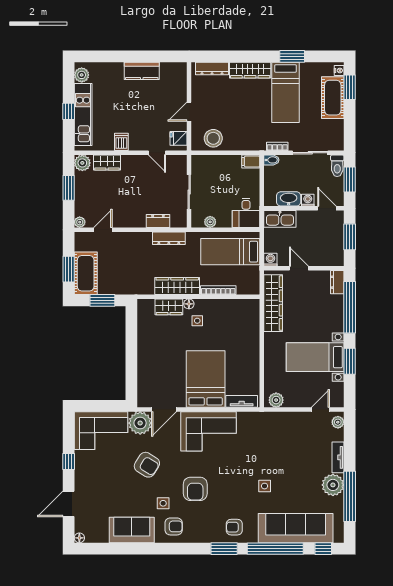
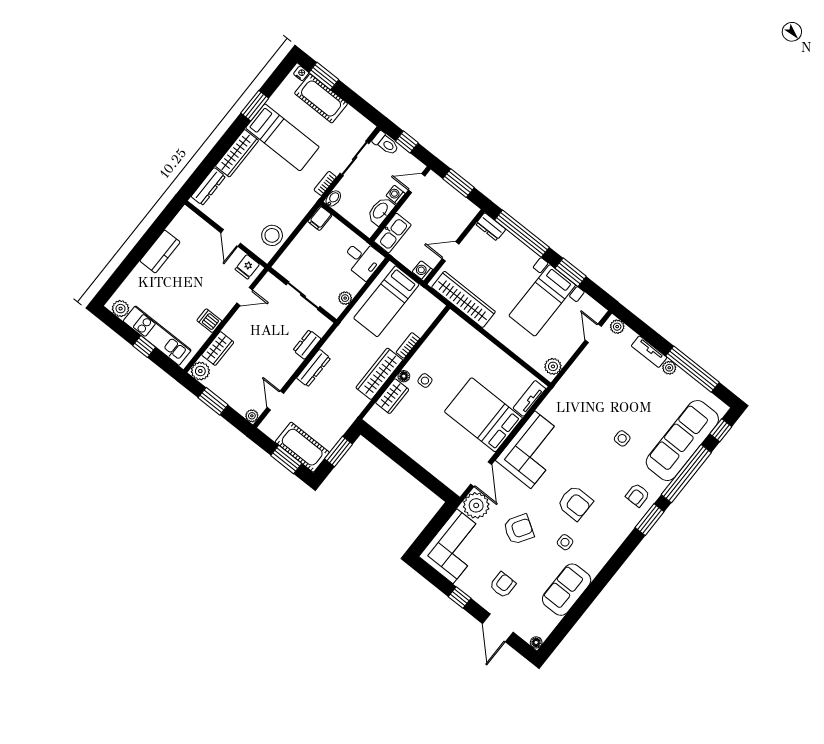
window: (350, 179) -> (407, 142), width x0.67
dresser: (169, 238) -> (314, 368), moved
bookcase: (218, 290) -> (408, 345), width x0.64
plant: (333, 485) -> (669, 368), width x0.53, depth x0.53
armchair: (174, 526) -> (503, 585), moved

